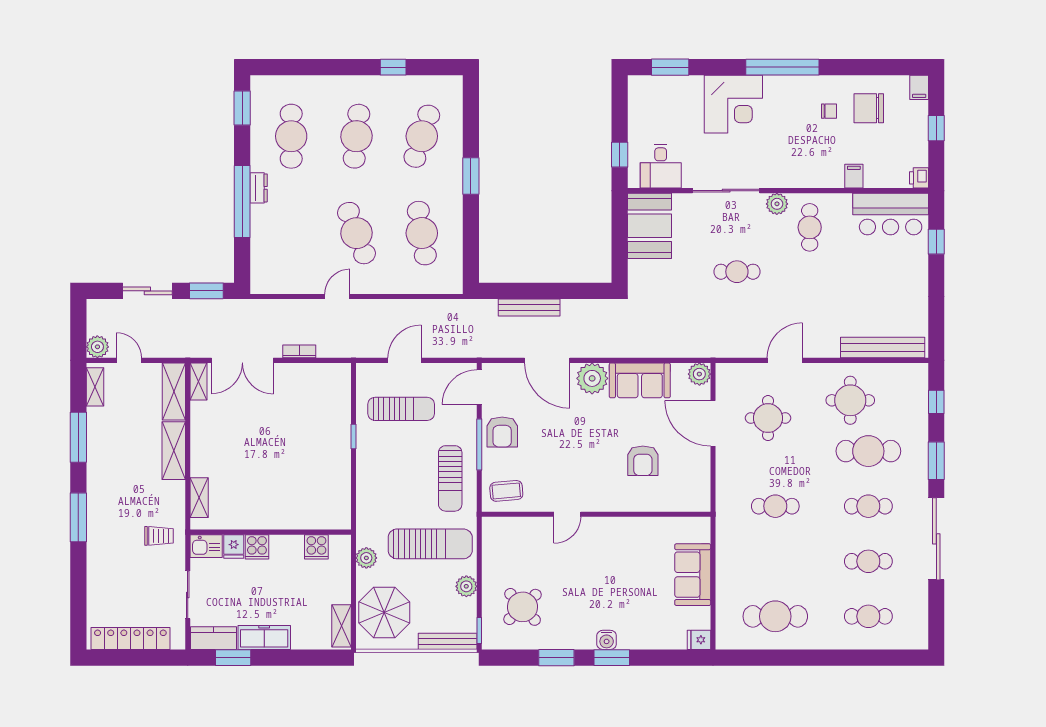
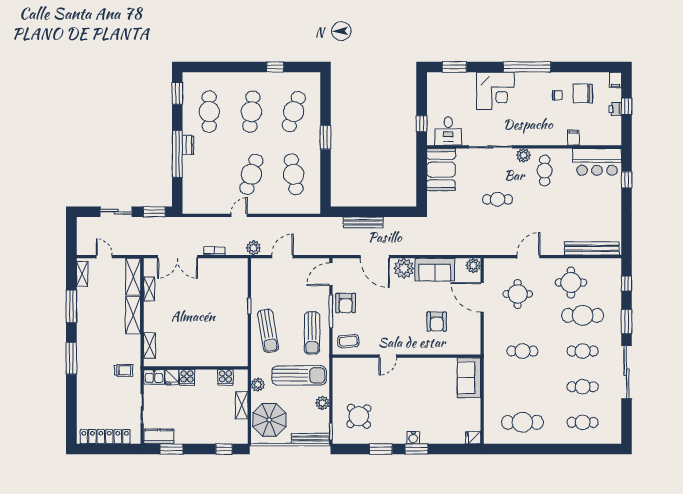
printer: (919, 178) -> (615, 109), moved
cafe table: (356, 233) -> (251, 174), turned 39
plant: (97, 347) -> (254, 248), moved
shelving: (199, 381) -> (149, 289), moved
sun lounger: (401, 409) -> (268, 331), moved, turned 80
sofa: (693, 575) -> (469, 378), moved
shelving: (342, 626) -> (242, 405), moved
freezer: (264, 637) -> (192, 436), removed
window: (314, 658) -> (224, 449), added

